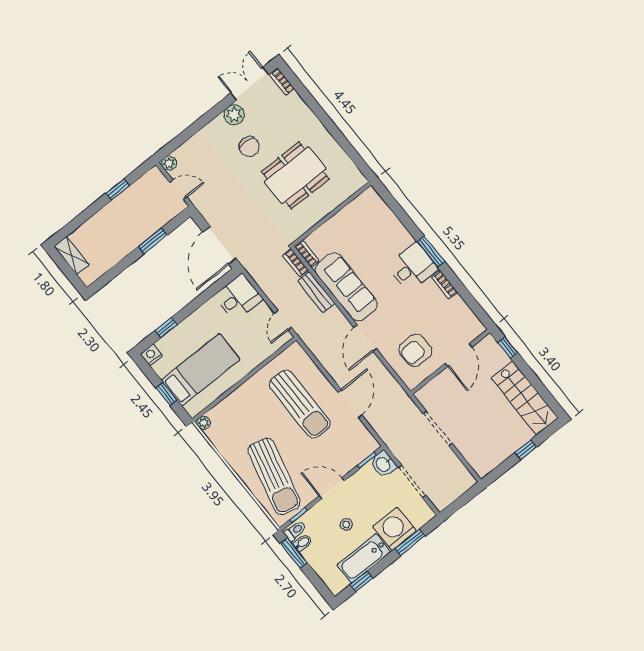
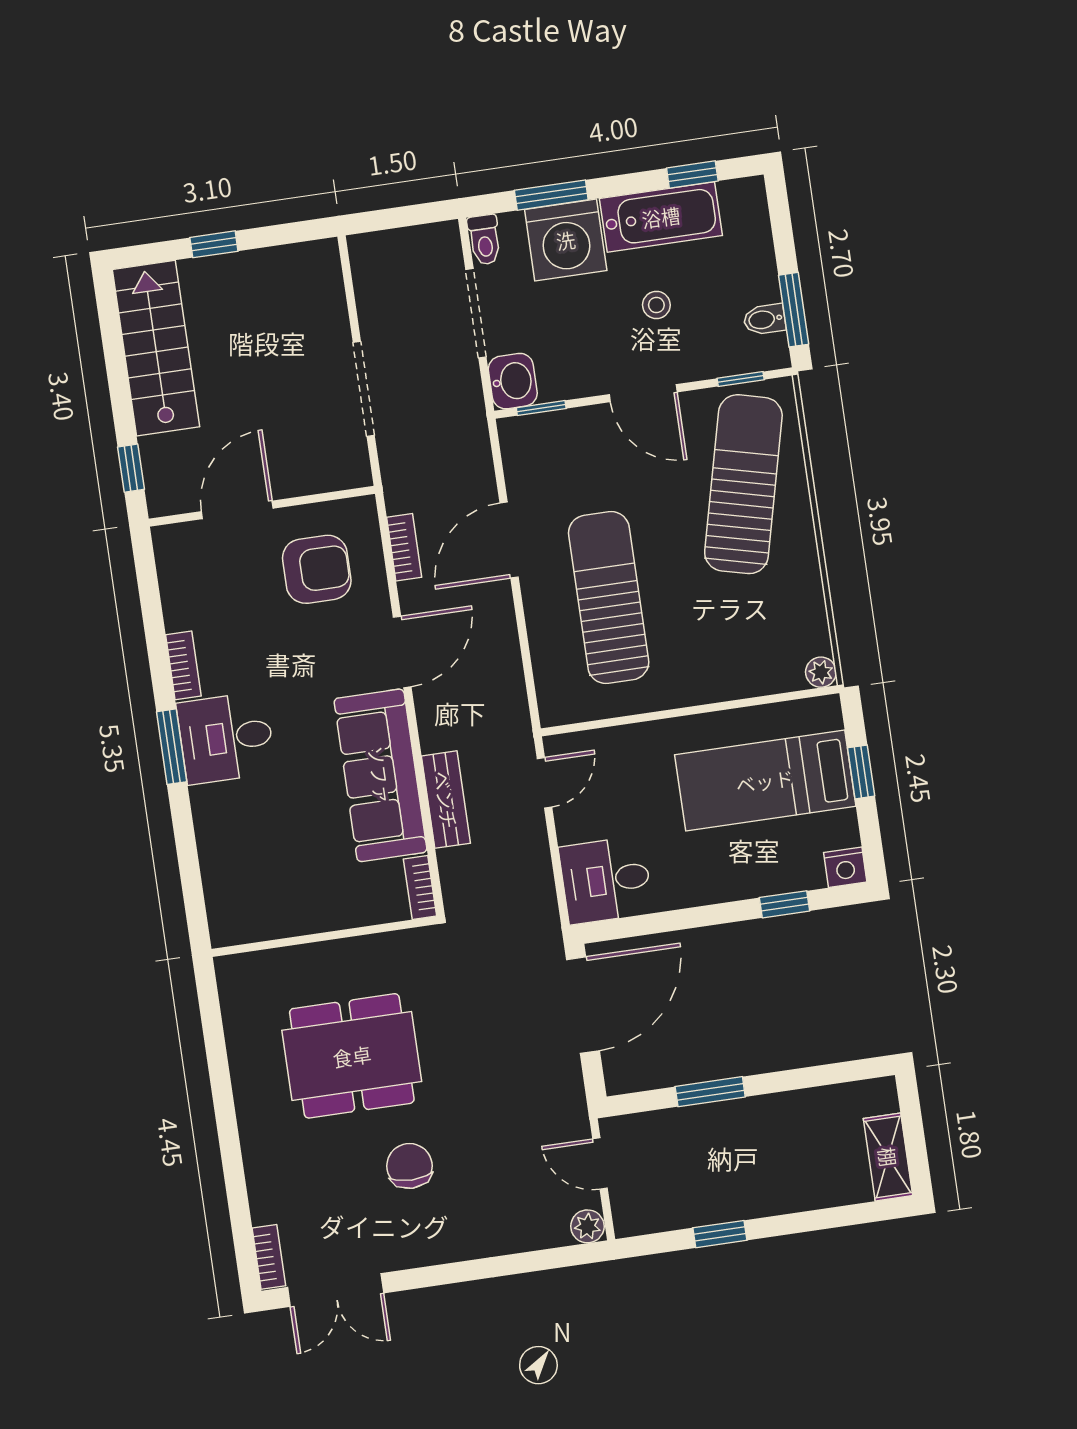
plant: (234, 115) -> (402, 1247), removed
bookcase: (296, 263) -> (404, 547), moved
toilet: (295, 531) -> (484, 240), moved, turned -90

